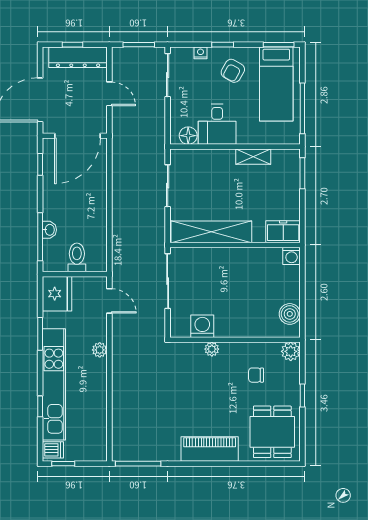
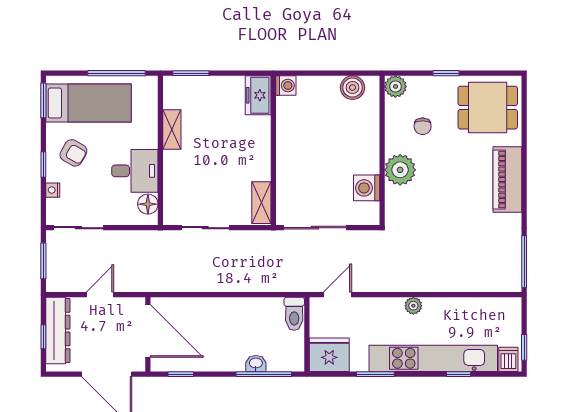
shelving: (211, 232) -> (261, 203), width x0.45, depth x0.75
toilet: (77, 257) -> (294, 314), moved, turned -90
plant: (212, 349) -> (400, 170), width x1.88, depth x1.88
plant: (100, 350) -> (413, 306), moved

